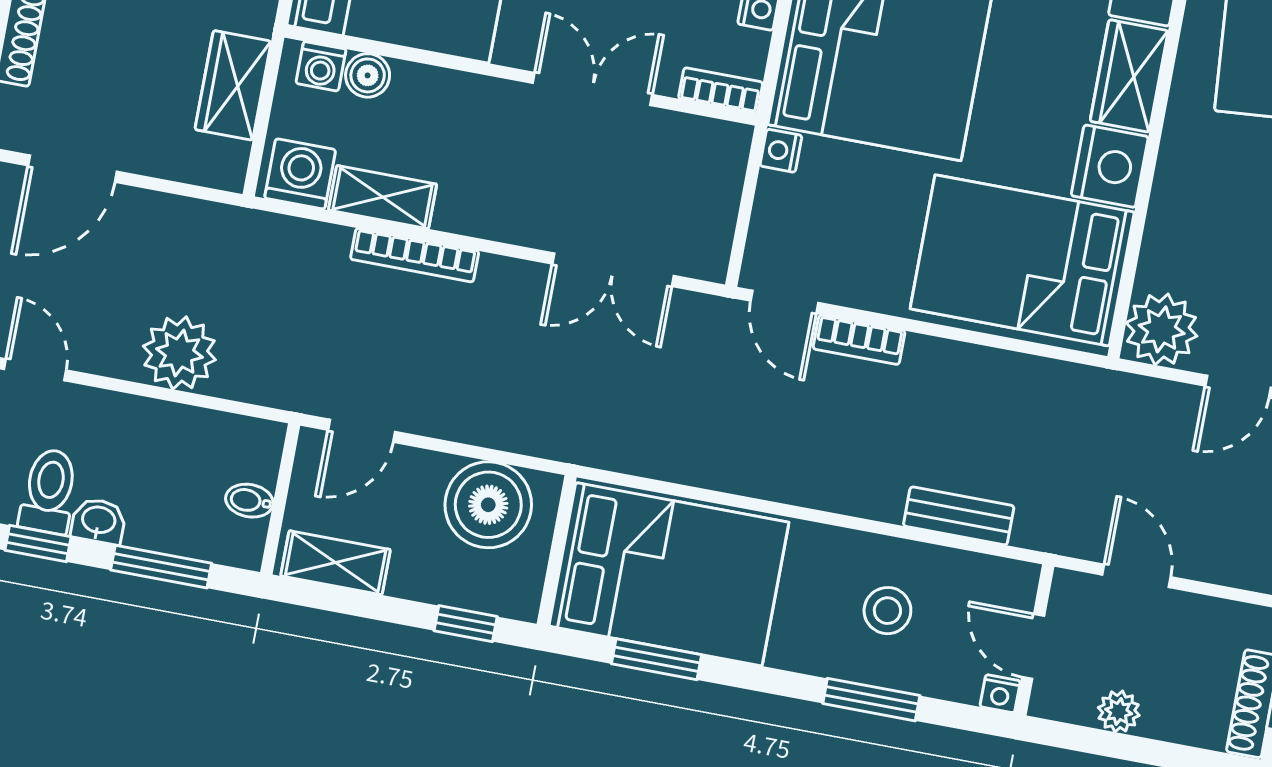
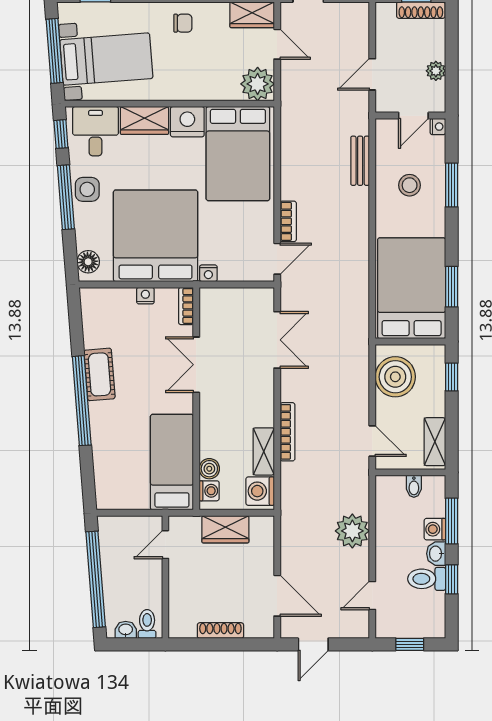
washing machine: (151, 528) -> (435, 529), added

